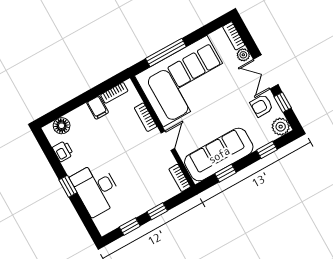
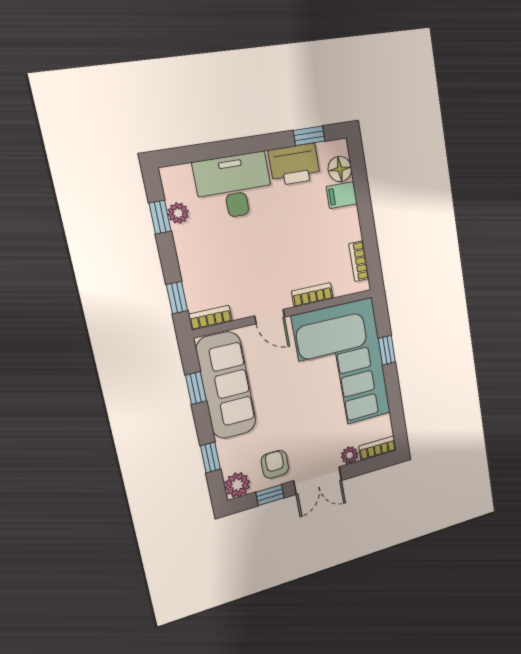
window: (166, 52) -> (387, 350), width x0.46
double door: (266, 72) -> (318, 481), swing flipped
filing cabinet: (98, 108) -> (342, 195), moved
printer: (63, 151) -> (295, 165), width x1.87, depth x1.48
window: (68, 186) -> (309, 136), moved
window: (157, 211) -> (177, 298), moved
plant: (124, 217) -> (178, 213), added

